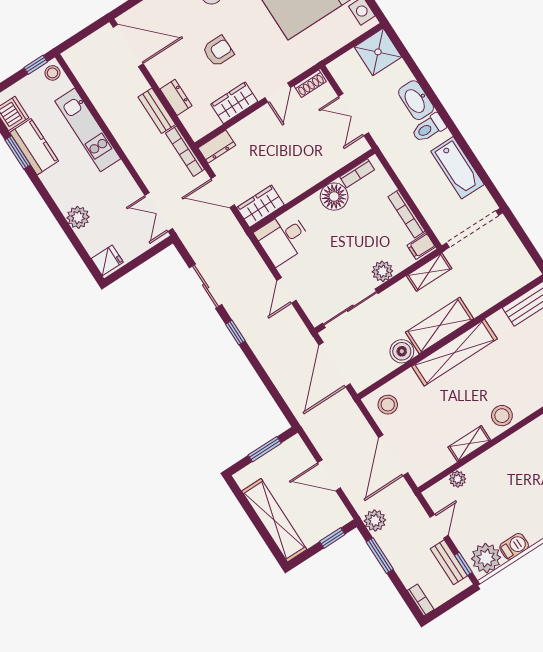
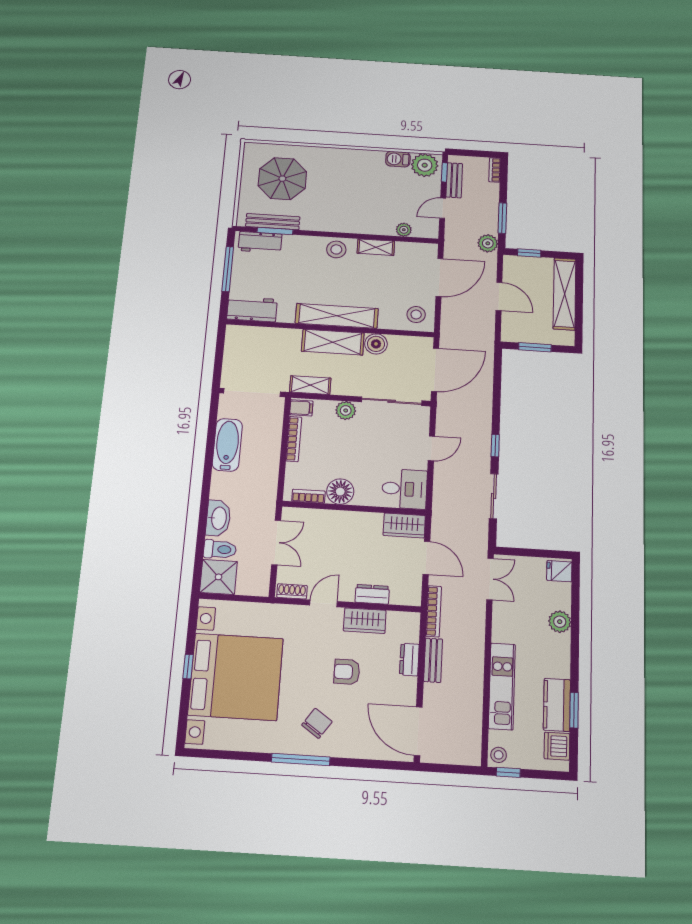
toilet: (429, 128) -> (220, 549), moved
dresser: (217, 147) -> (372, 594), moved

